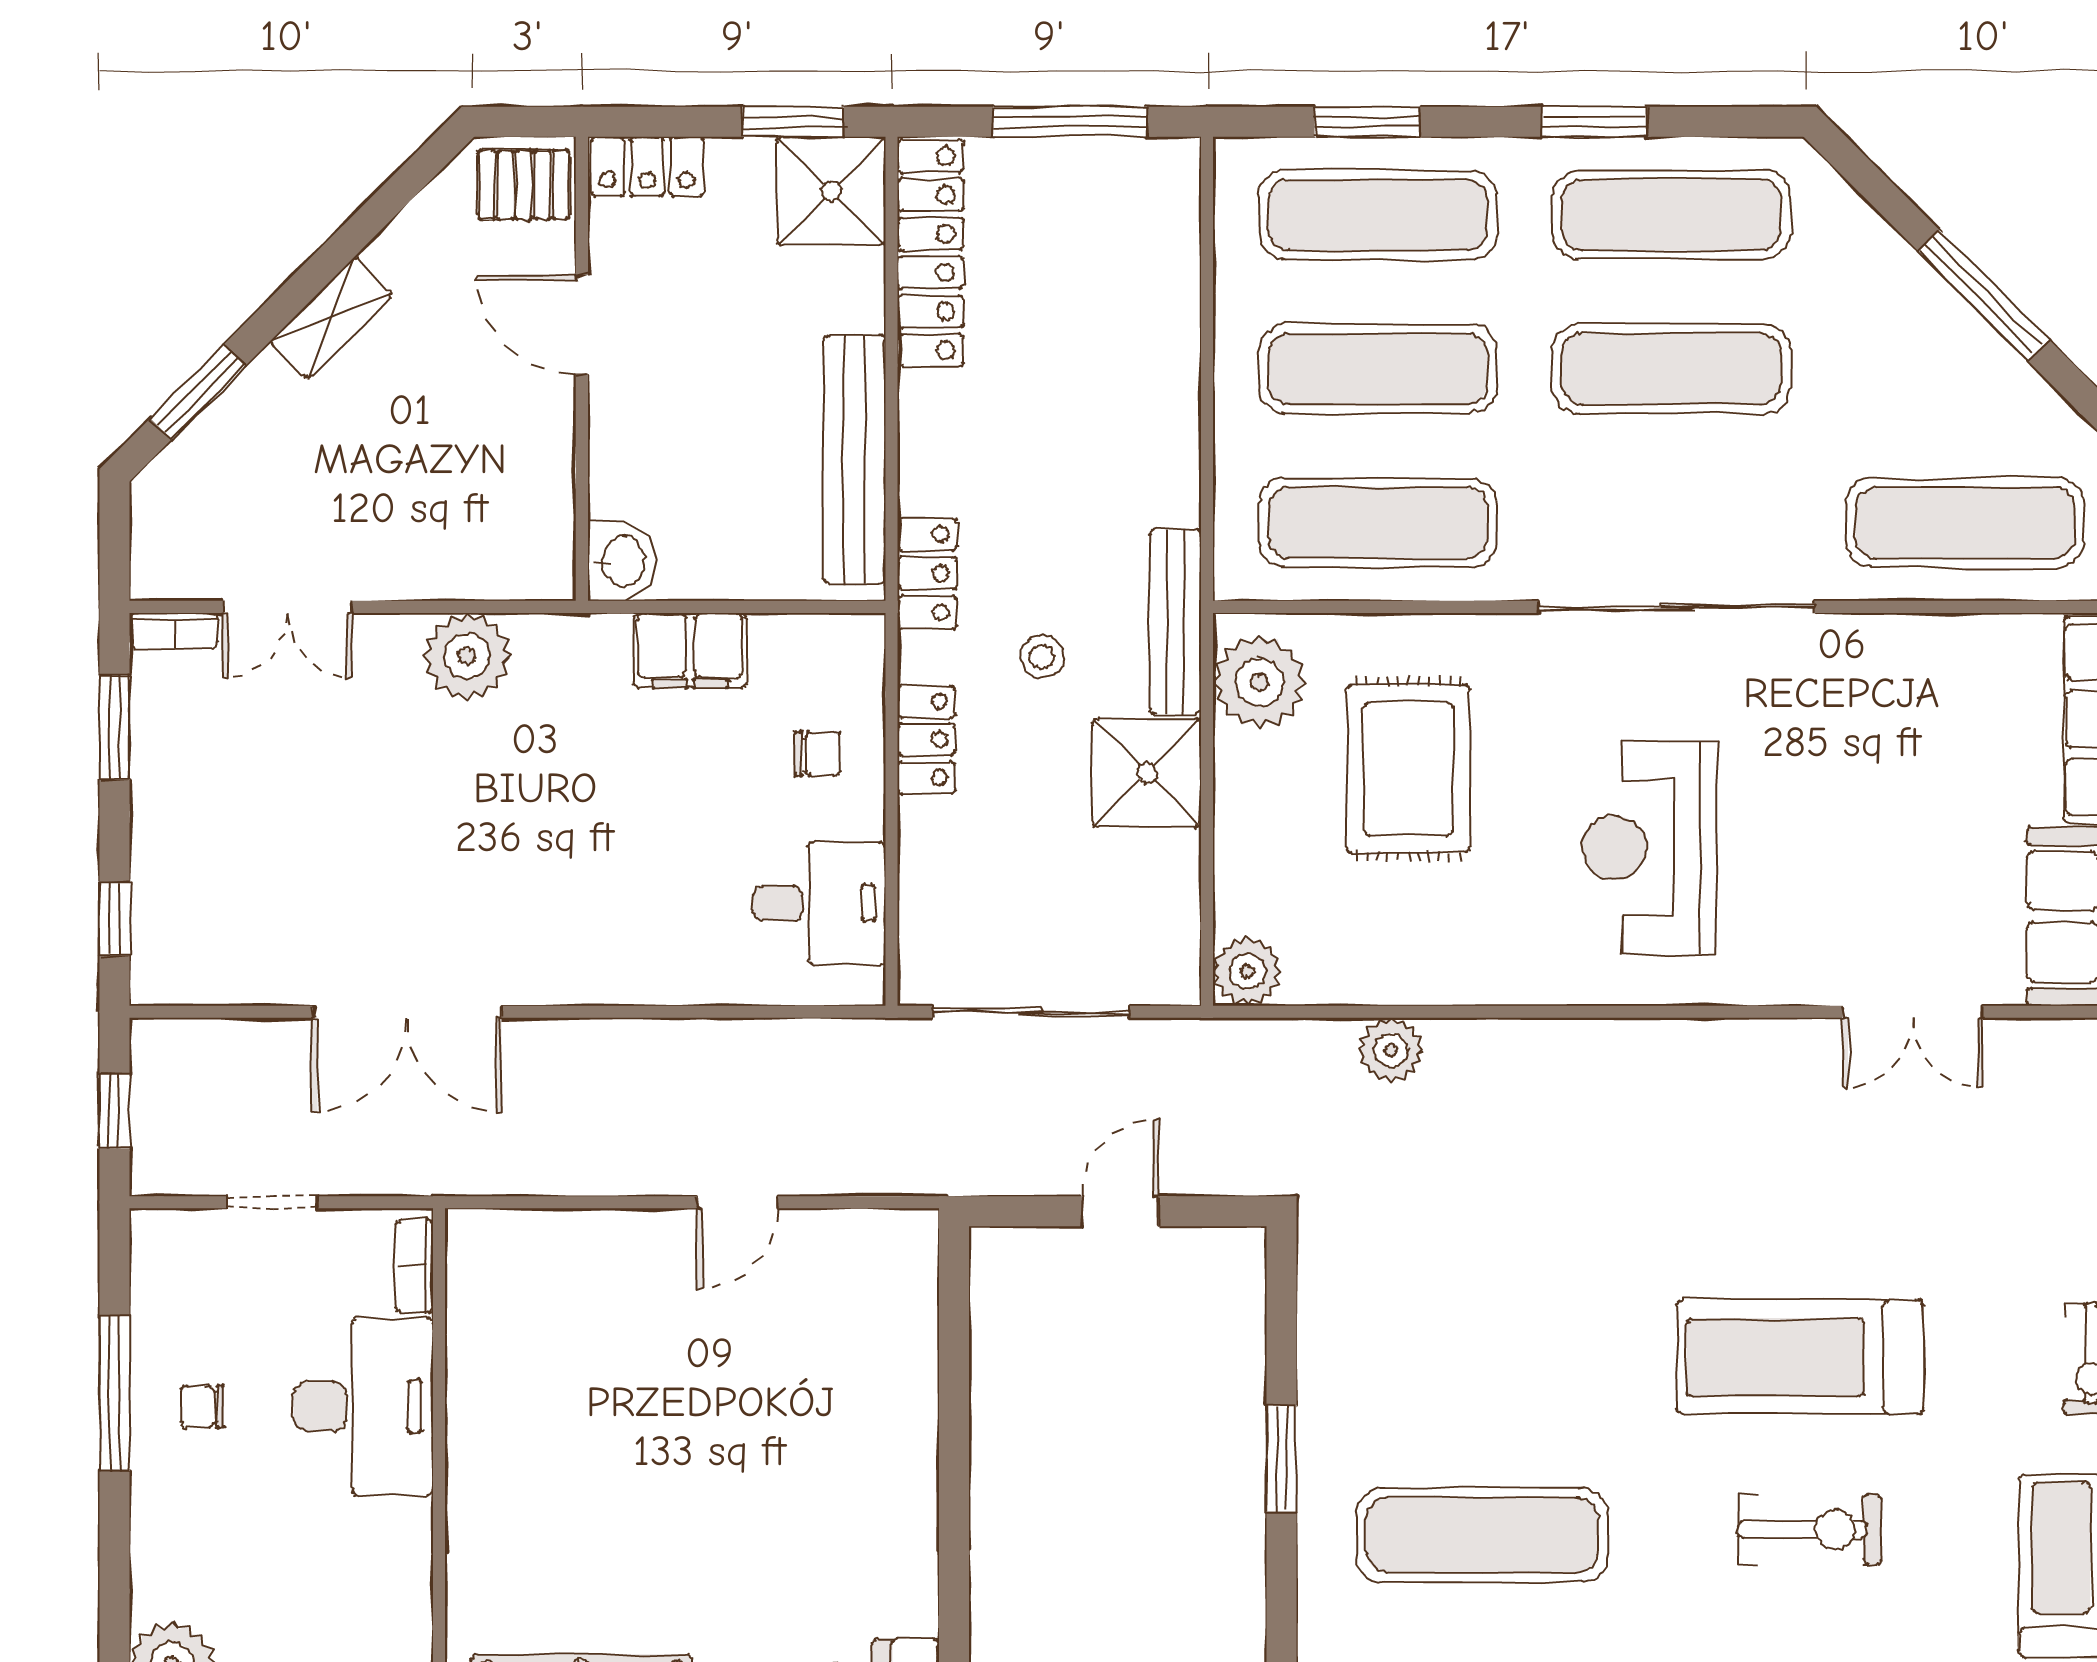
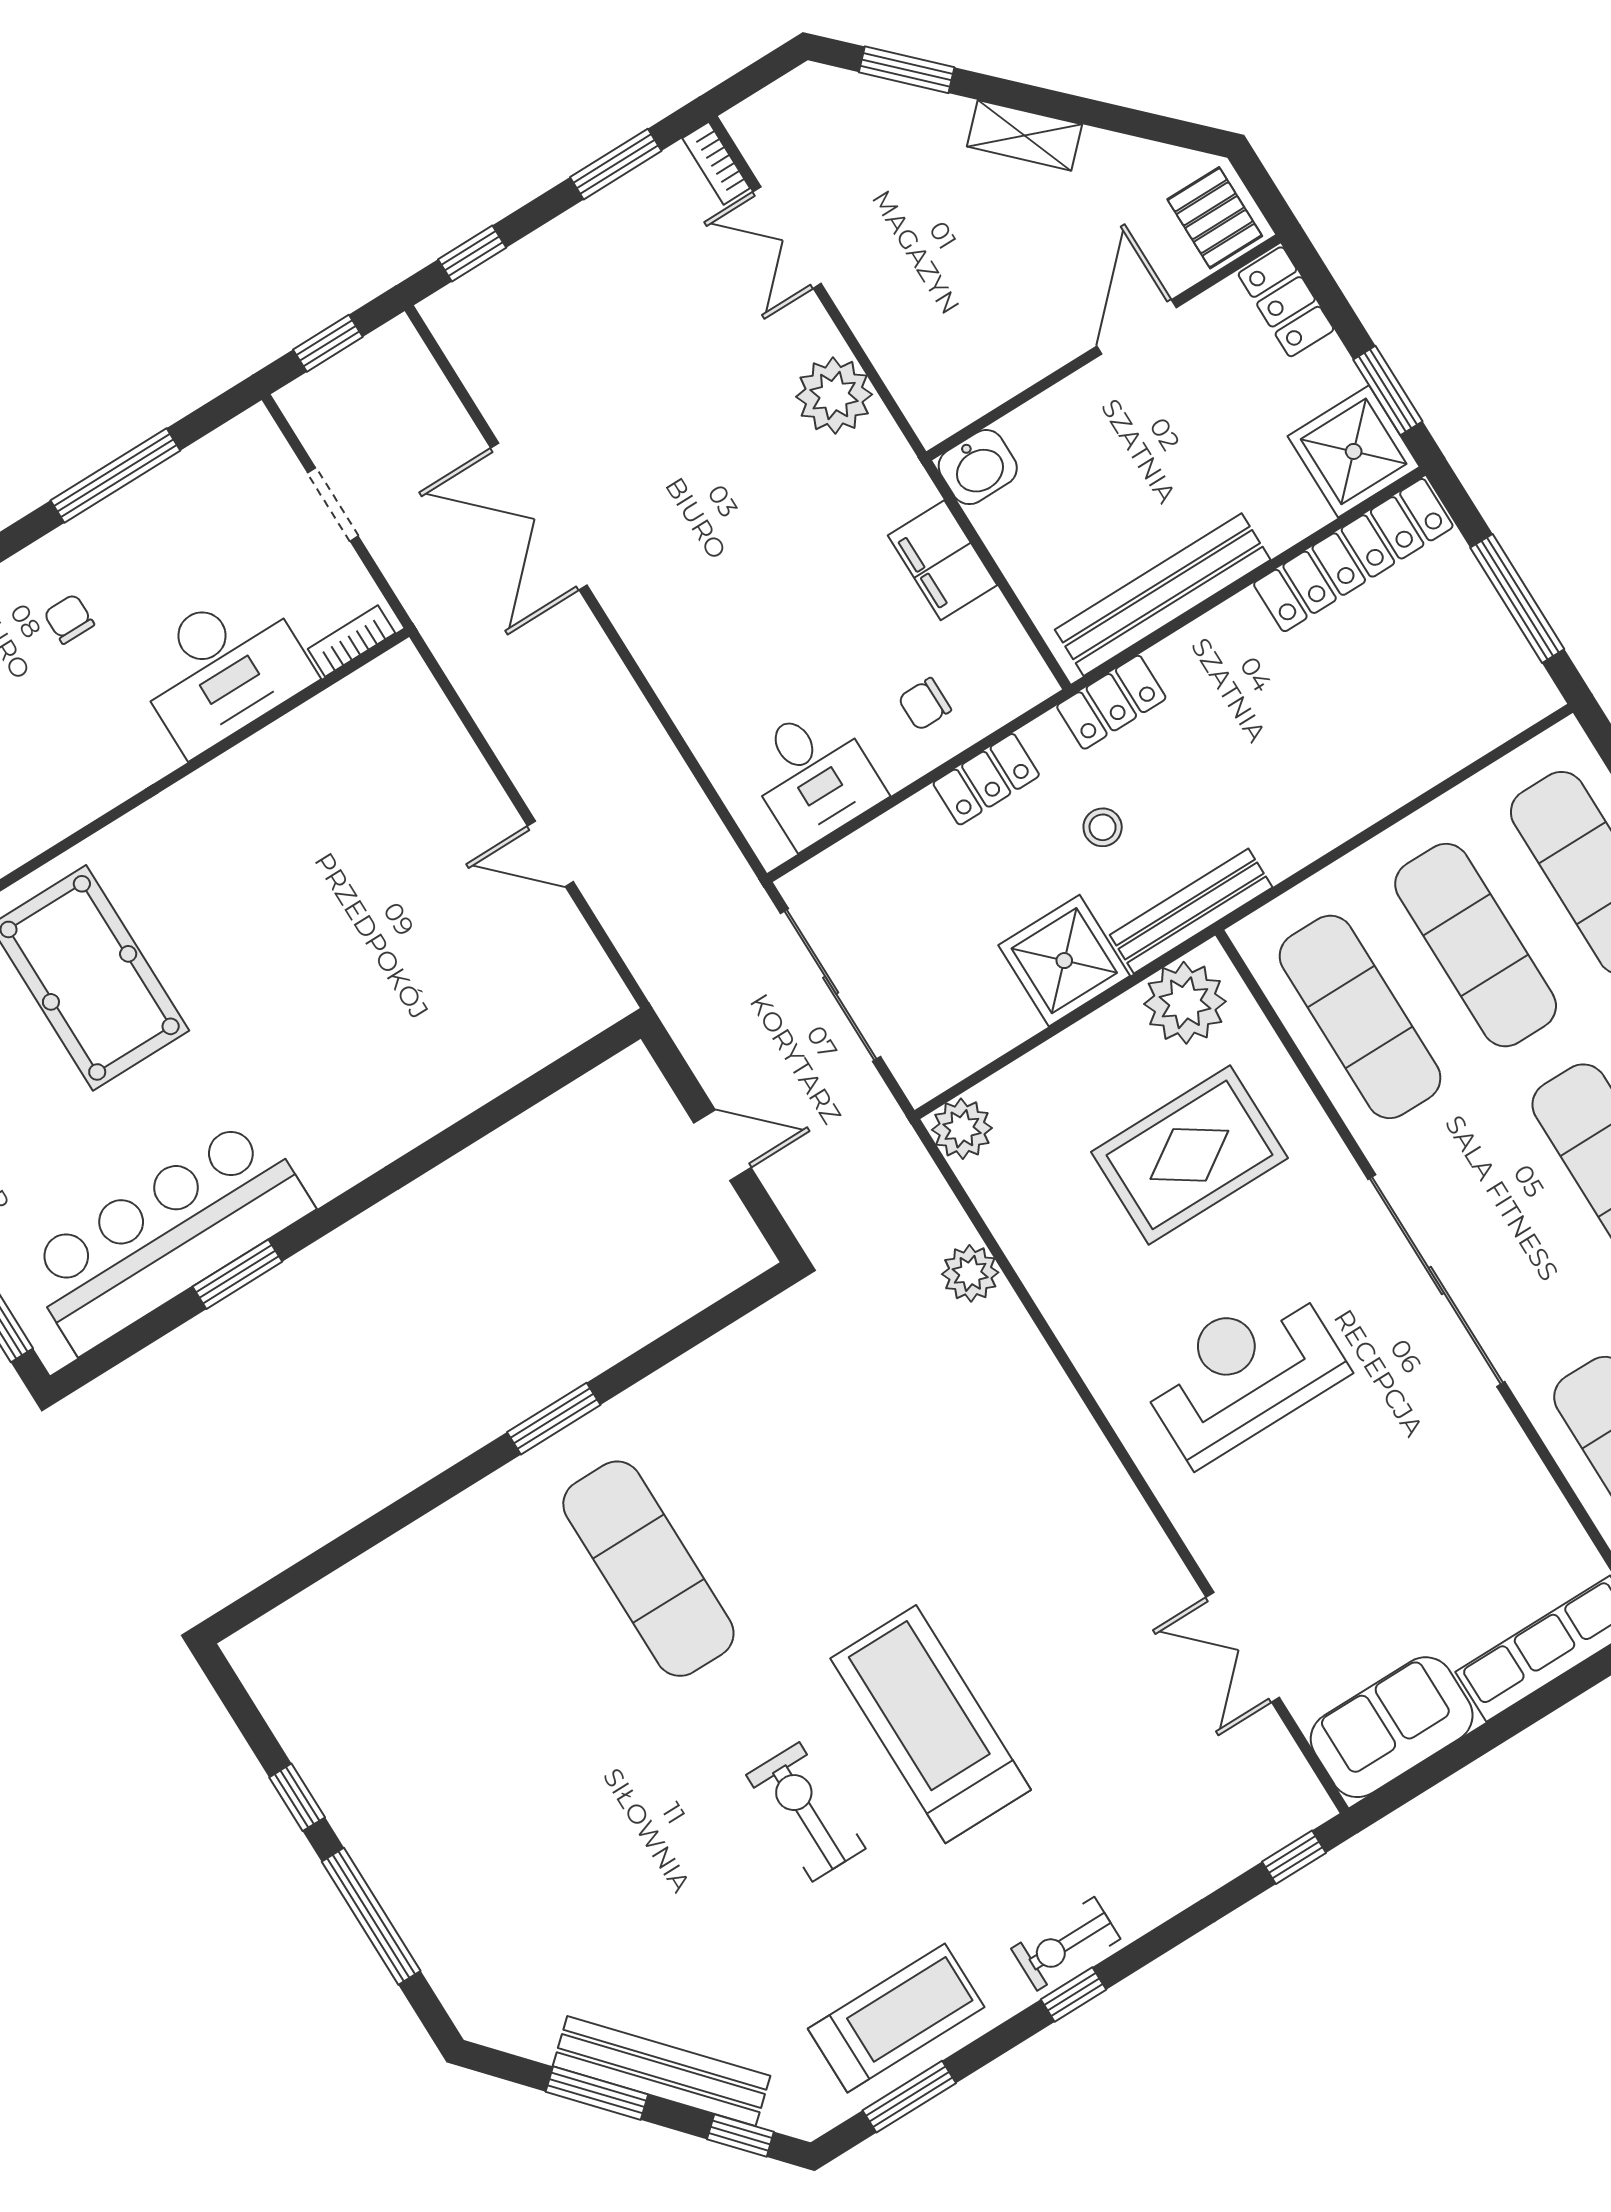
chair: (817, 754) -> (925, 704), turned 90
chair: (202, 1407) -> (69, 619), moved
window: (1281, 1459) -> (554, 1419), moved
exercise bike: (1810, 1529) -> (806, 1812), turned 180

